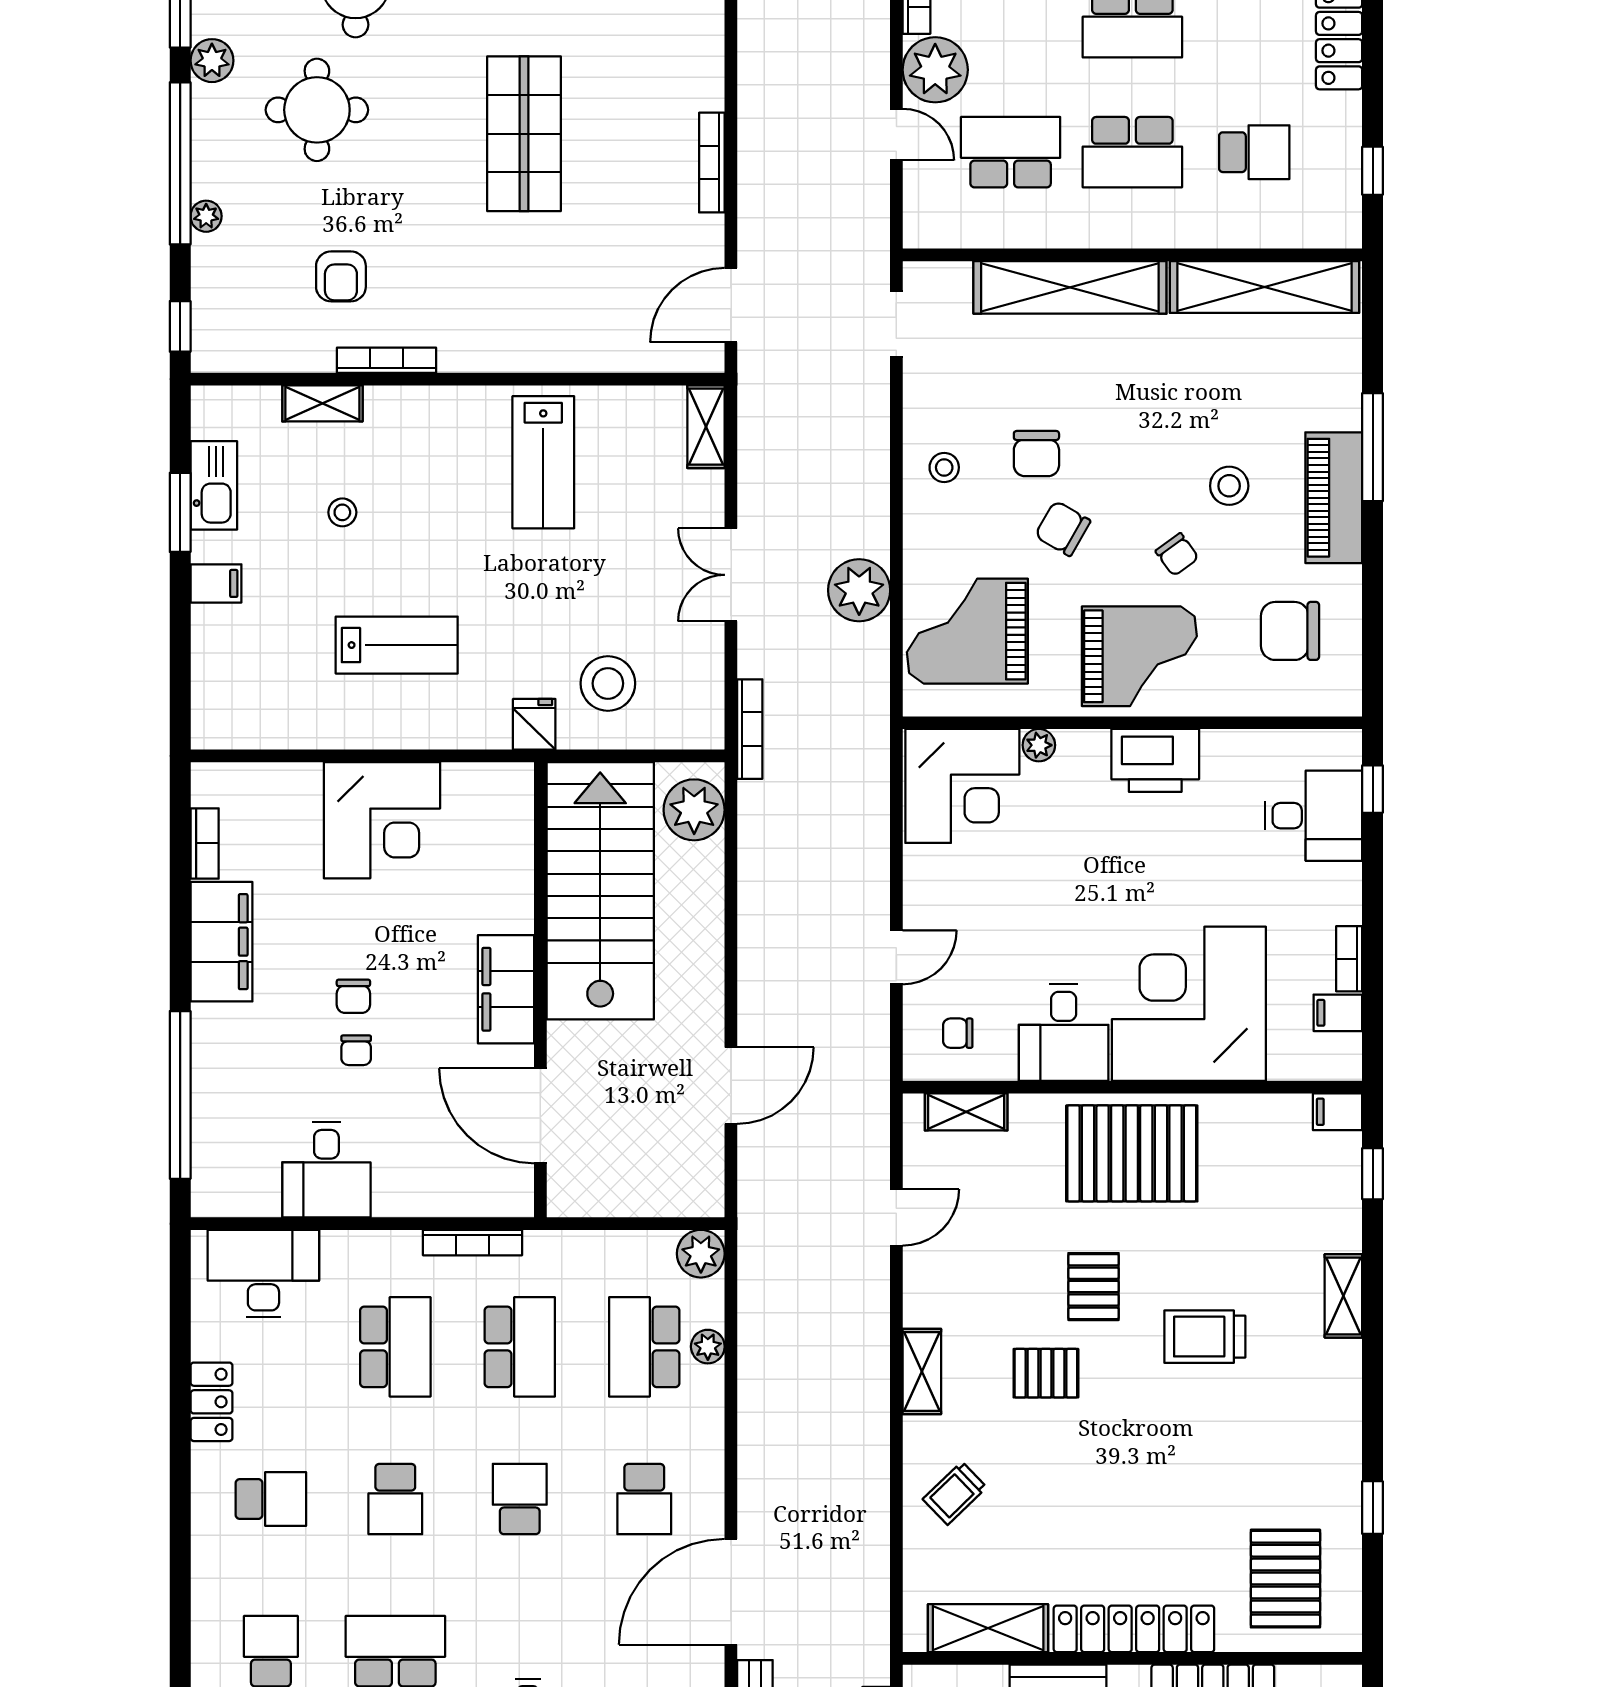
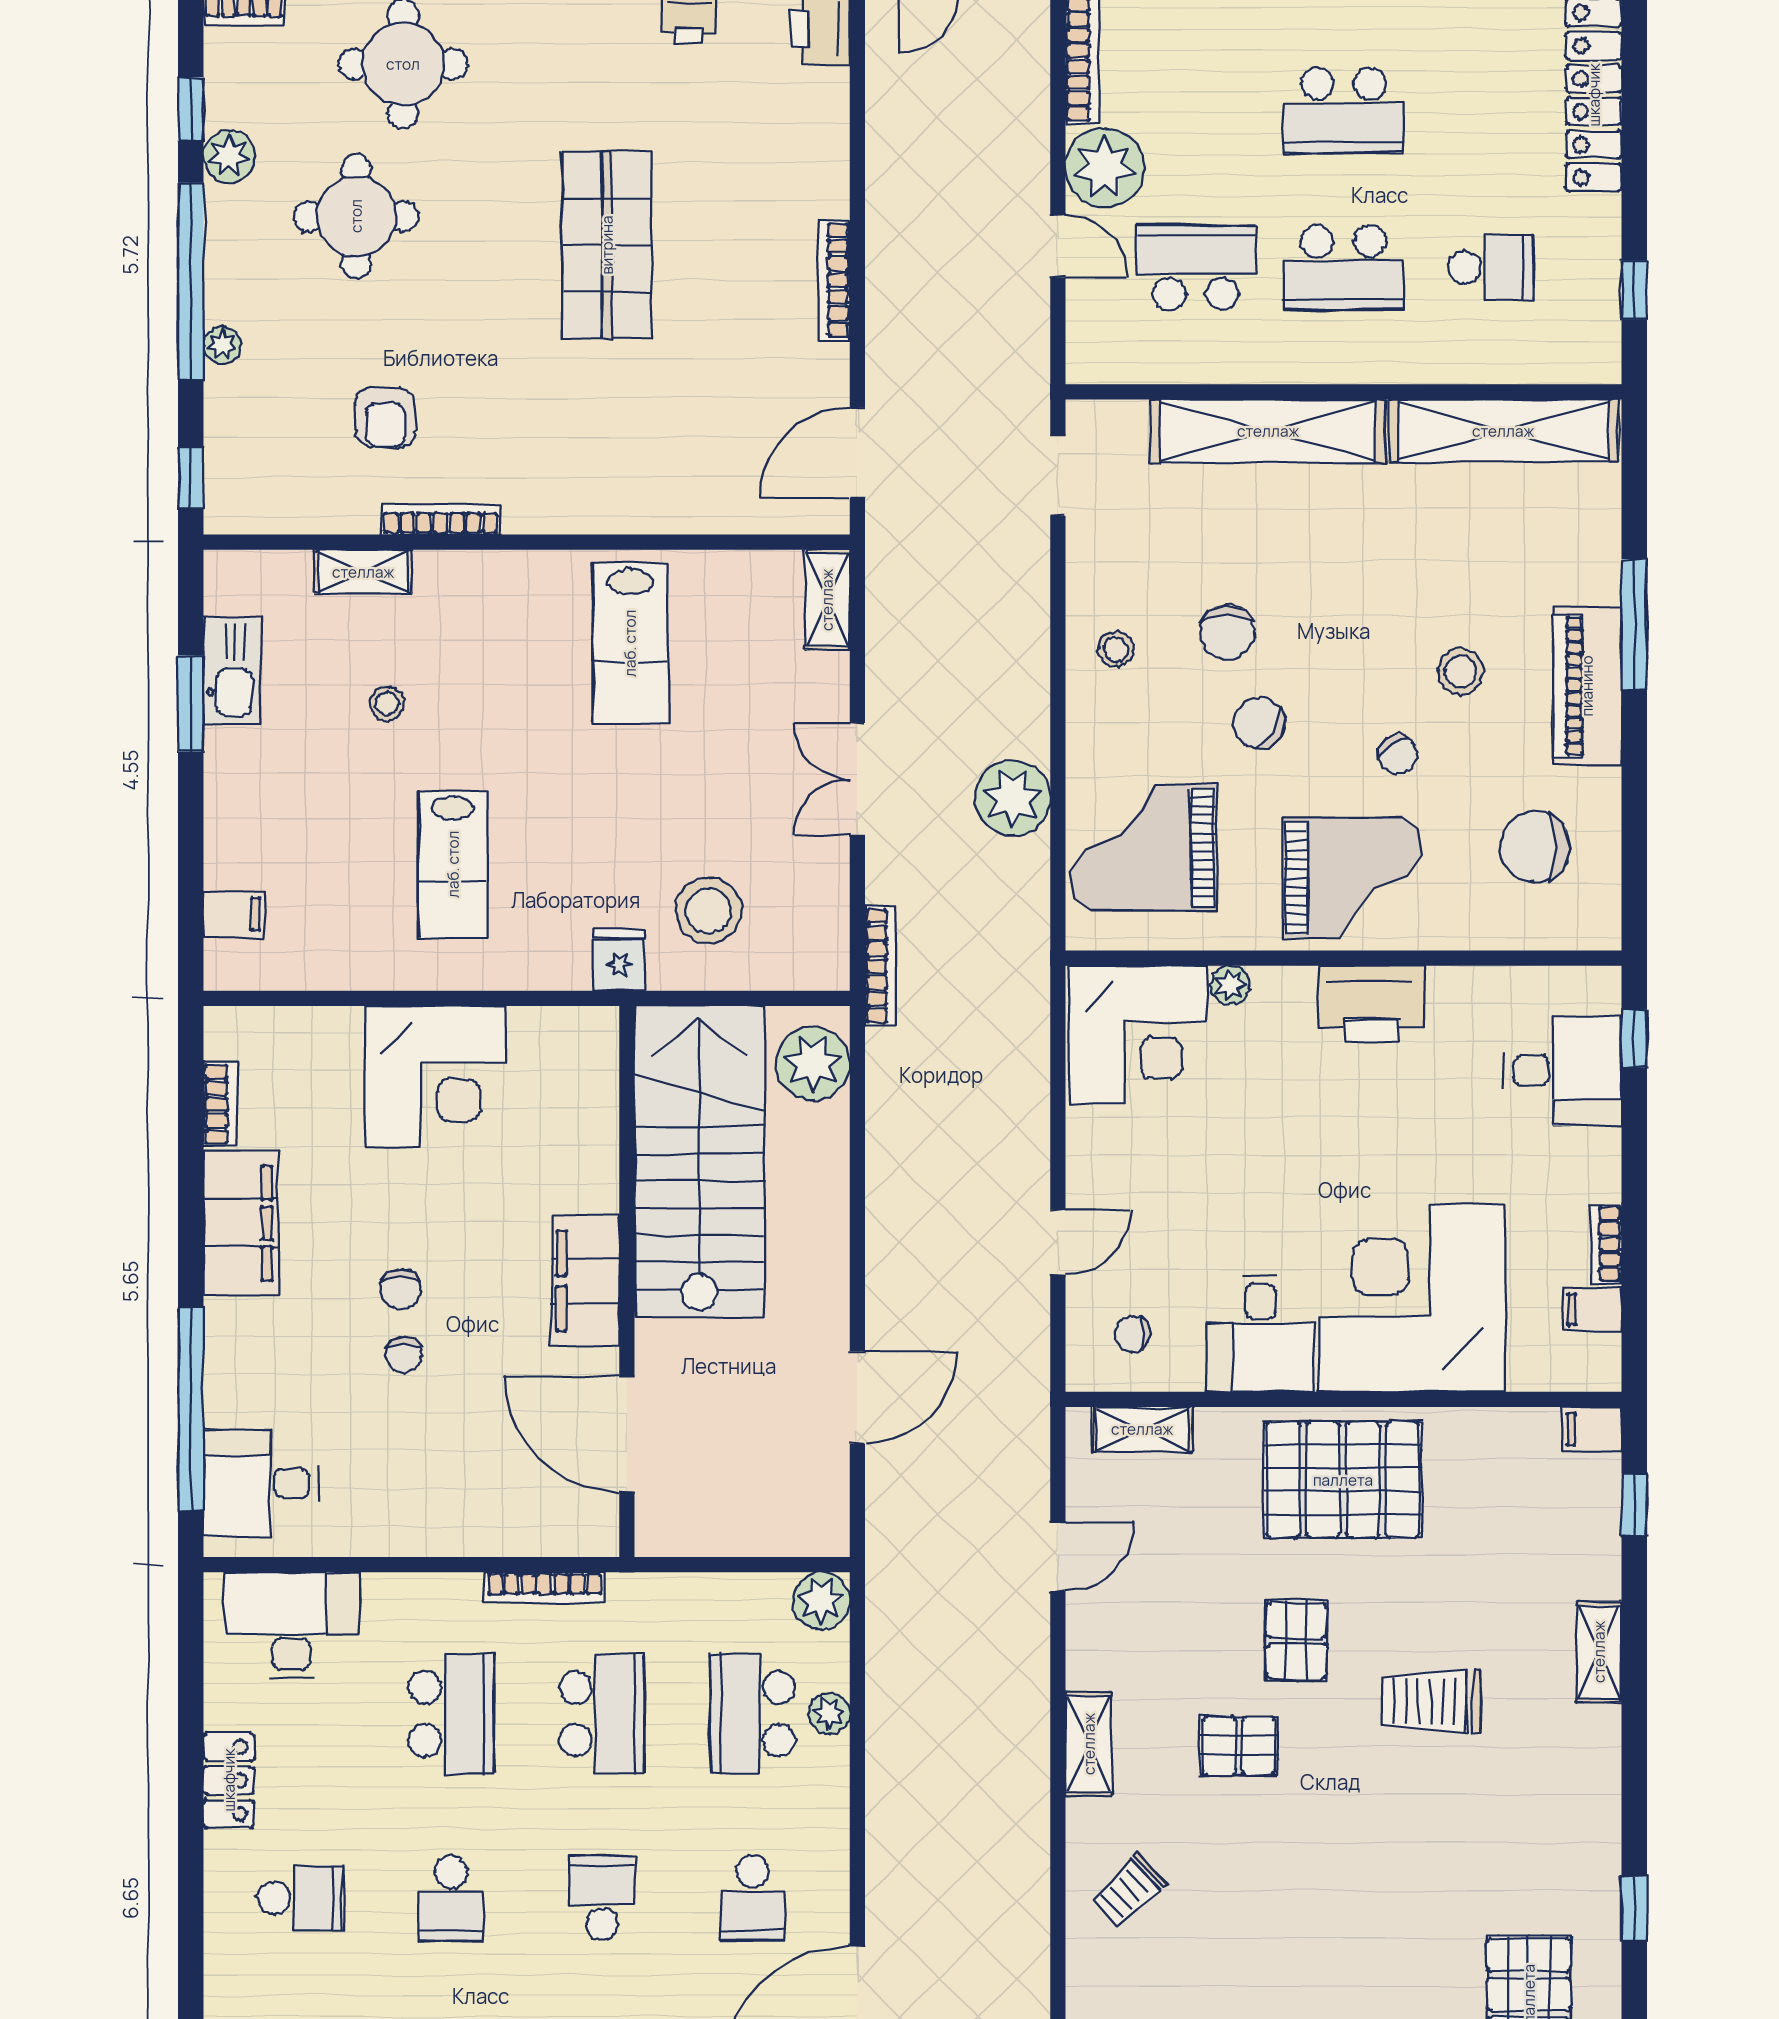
filing cabinet: (216, 583) -> (234, 914), moved
lab bench: (397, 645) -> (453, 864), turned 90
desk: (326, 1170) -> (261, 1483), moved, turned 90

